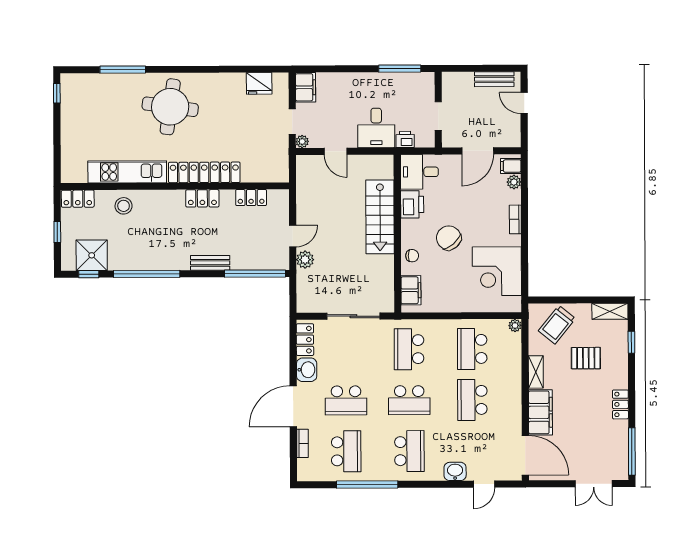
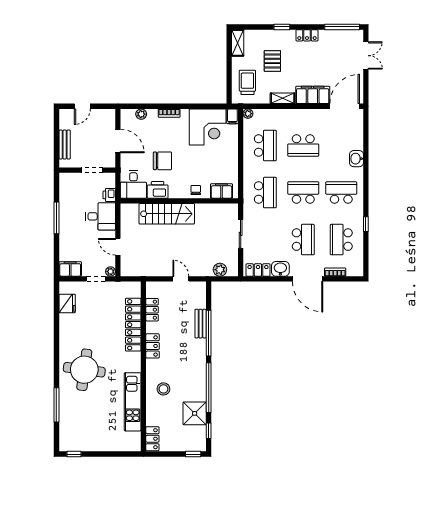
window: (400, 69) -> (56, 218), moved
bench: (494, 79) -> (65, 145), moved
door: (335, 151) -> (118, 247), swing flipped
filing cabinet: (511, 166) -> (232, 116), moved
locker: (204, 172) -> (133, 325), moved
stool: (124, 206) -> (163, 389), moved
window: (57, 232) -> (193, 454), moved
chair: (449, 238) -> (162, 161), moved, turned -139
shower: (92, 255) -> (195, 413), moved
plant: (305, 260) -> (220, 270), moved
bench: (210, 263) -> (201, 324), moved
window: (255, 274) -> (209, 333), moved
sliding door: (353, 316) -> (241, 234), width x0.73
trolley: (557, 325) -> (247, 82), turned -129
window: (631, 342) -> (282, 27), moved
school desk: (409, 349) -> (265, 193), turned -90
school desk: (472, 349) -> (265, 146), turned -90
school desk: (409, 400) -> (303, 193), turned -90
school desk: (346, 451) -> (341, 240), turned -90
window: (367, 484) -> (366, 224), width x0.32
door: (484, 484) -> (366, 137), removed

